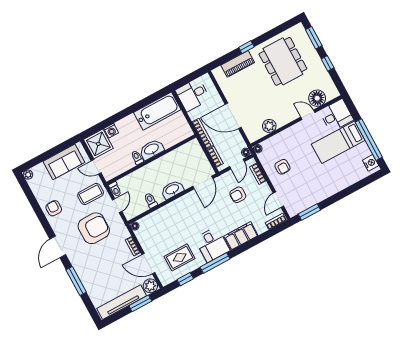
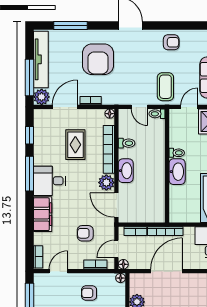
door: (237, 164) -> (116, 249), hinge flipped
armchair: (238, 195) -> (85, 233), turned -90
plant: (190, 200) -> (106, 183), added
door: (278, 200) -> (58, 271), hinge flipped
bookcase: (163, 212) -> (109, 149), added
armchair: (94, 228) -> (98, 59), moved
rug: (180, 257) -> (75, 145), moved
window: (76, 281) -> (70, 25), moved
window: (140, 303) -> (29, 77), width x1.44

